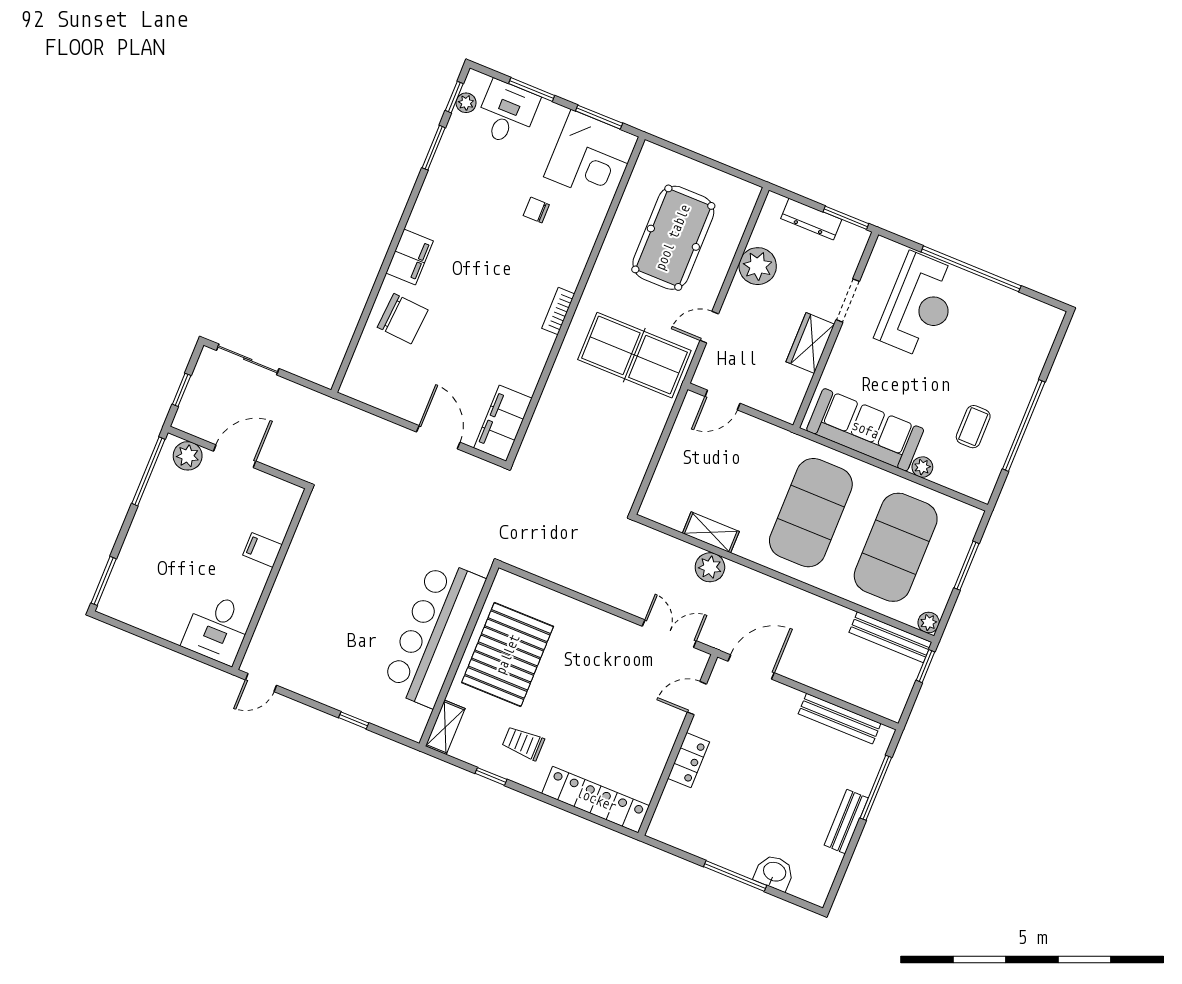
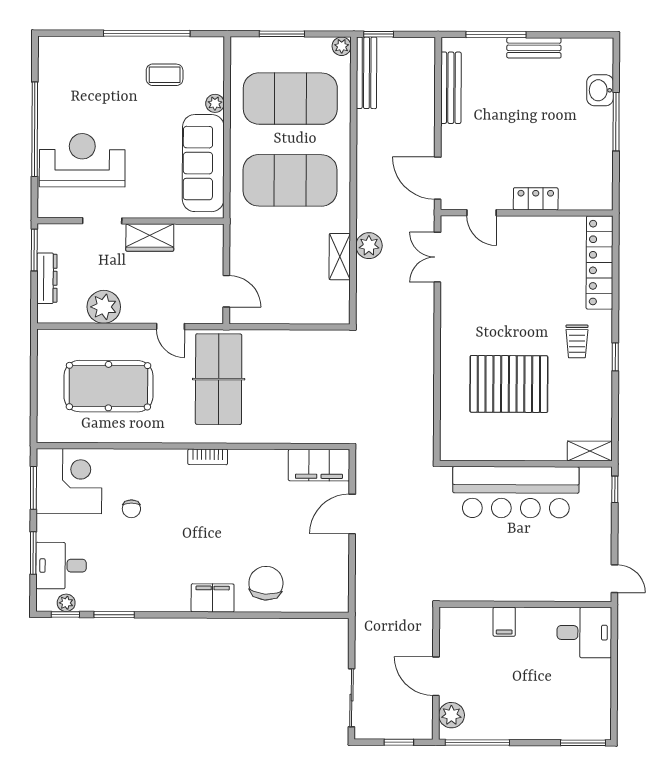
bar counter: (434, 633) -> (516, 492), moved
wall: (459, 656) -> (526, 464), moved
shelving: (445, 727) -> (590, 451), moved

